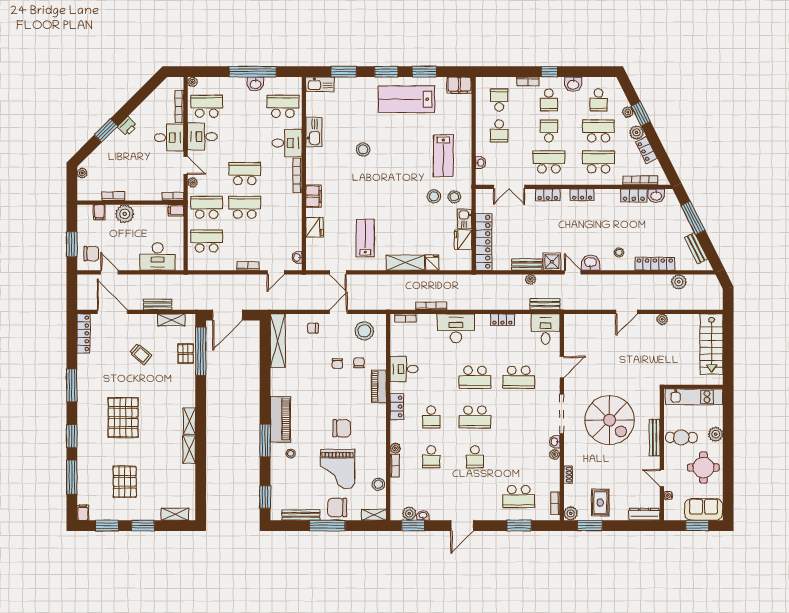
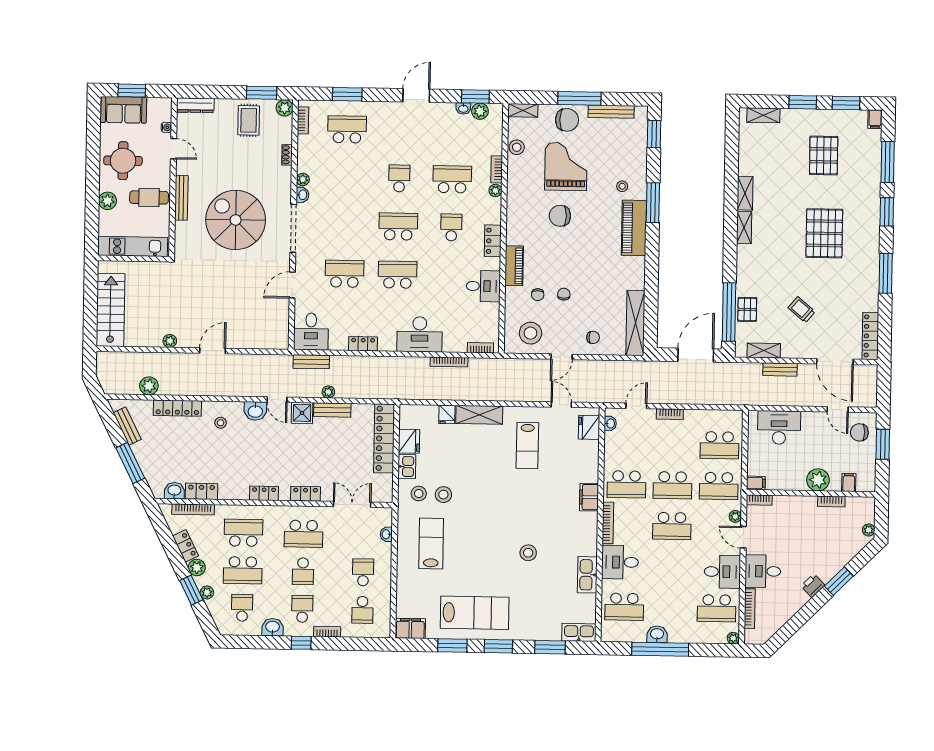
school desk: (599, 162) -> (243, 533), turned 180
school desk: (283, 207) -> (626, 484), added
fridge: (315, 227) -> (589, 427), moved
school desk: (431, 457) -> (452, 179), width x1.85

